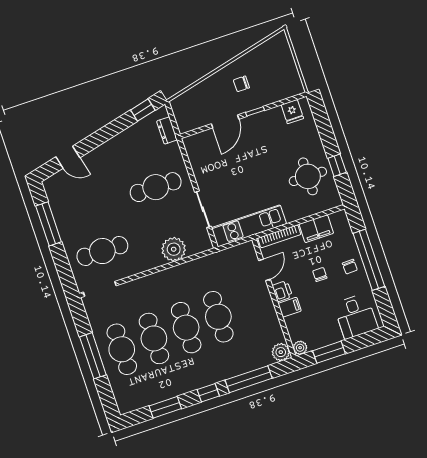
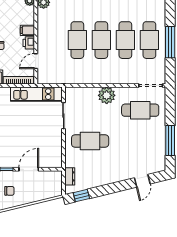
door: (68, 157) -> (142, 181), swing flipped
plant: (174, 249) -> (107, 95), moved

